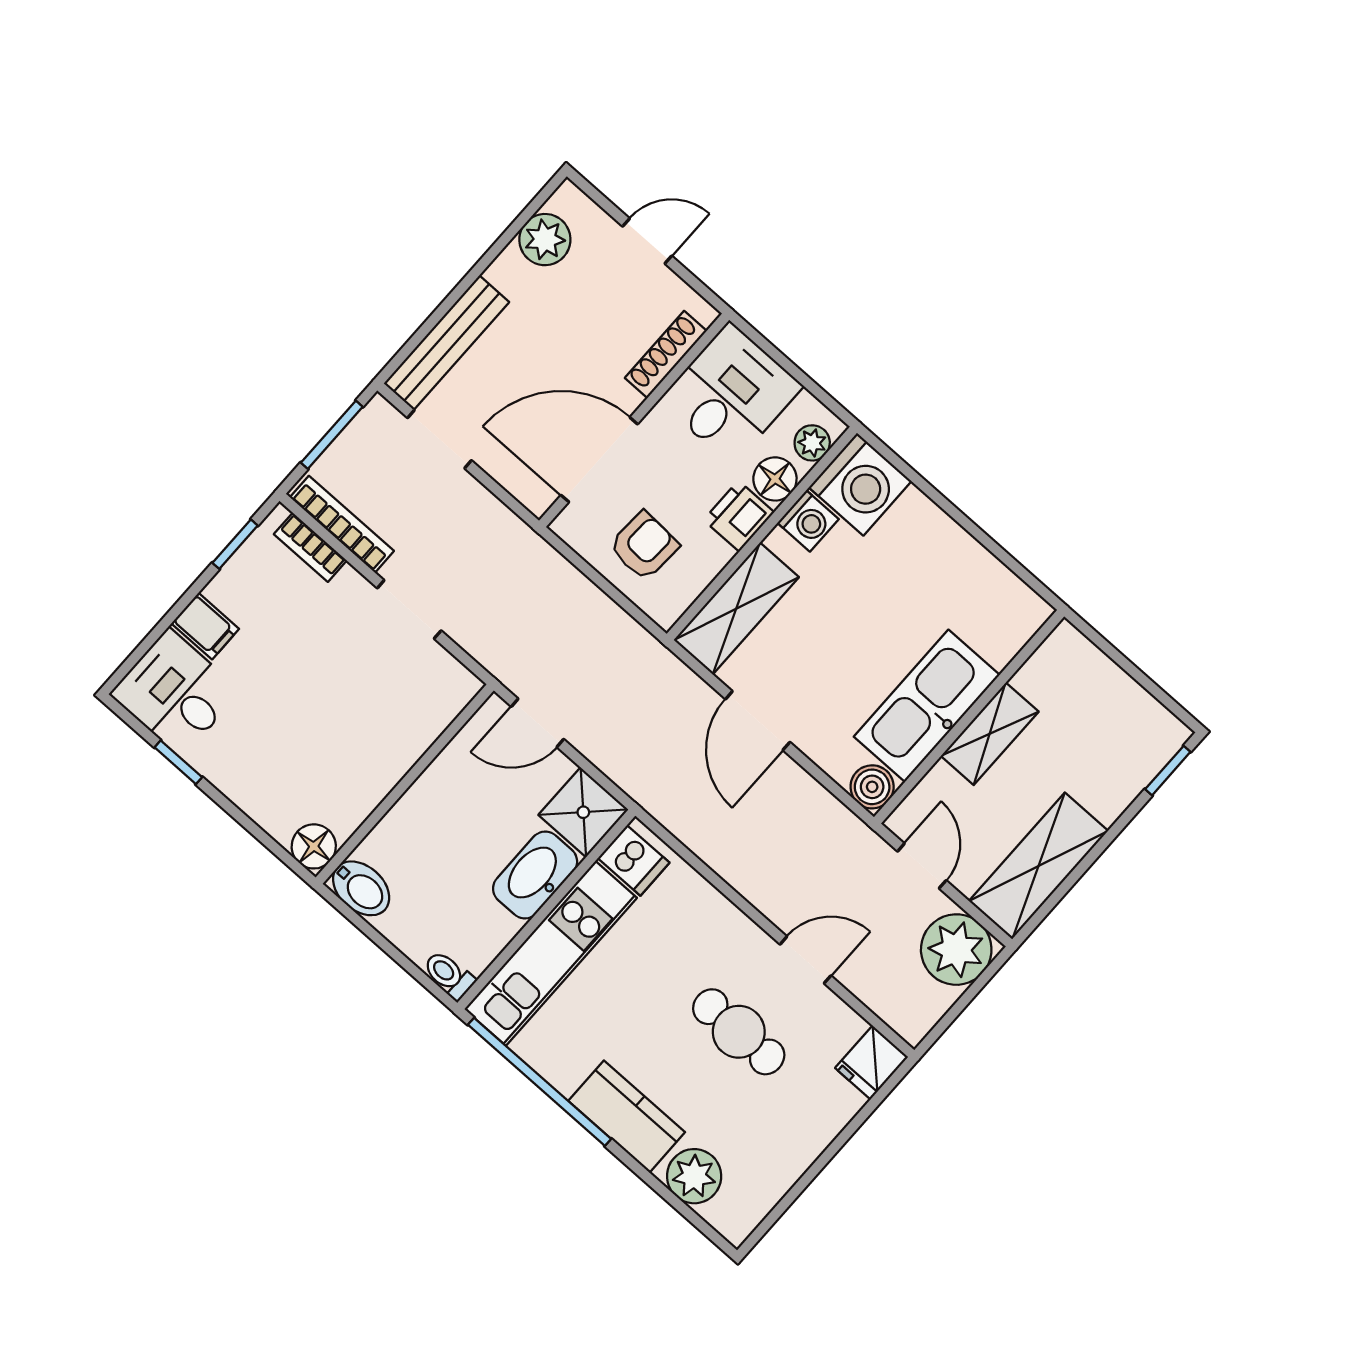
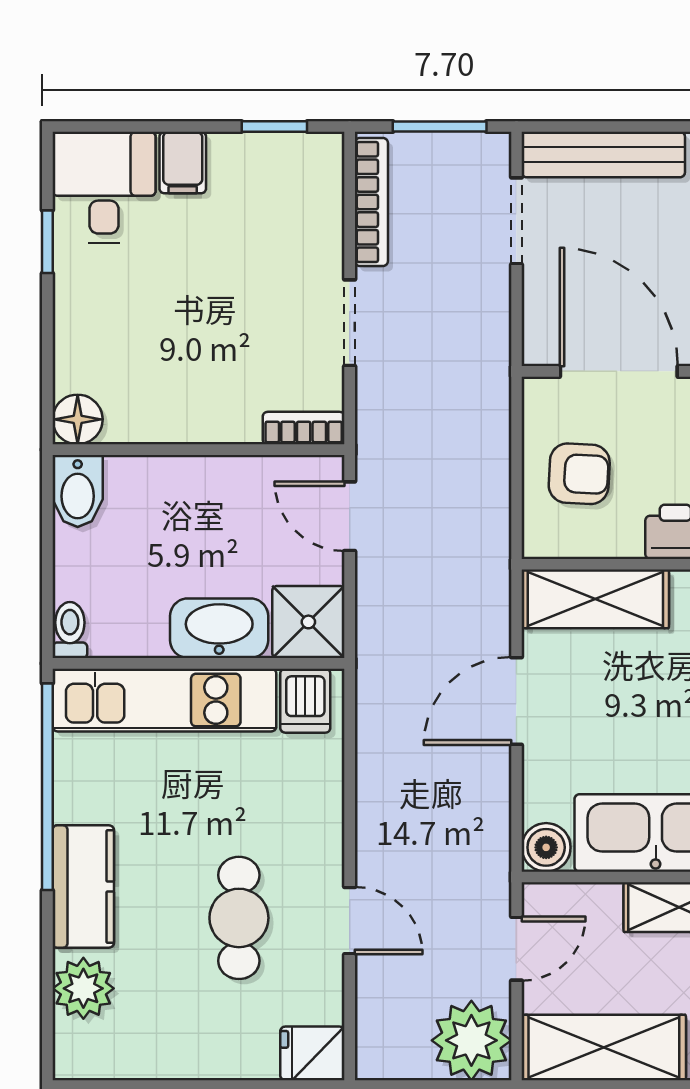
bookcase: (310, 547) -> (304, 428), moved, turned 90

